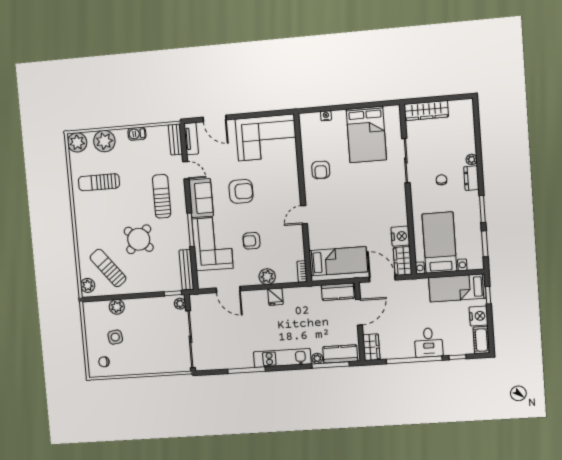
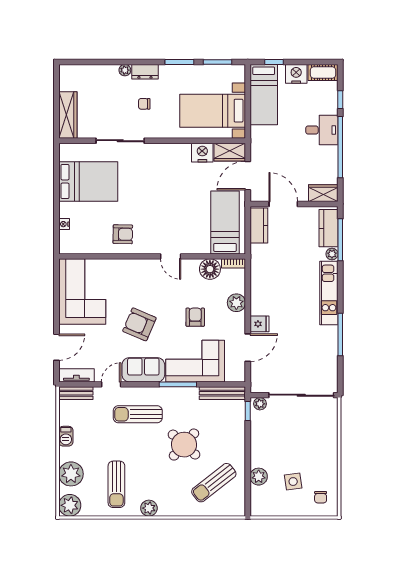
armchair: (241, 191) -> (139, 324), turned -67
armchair: (251, 241) -> (195, 317), turned 180
floor lamp: (295, 251) -> (210, 269), added
plant: (88, 285) -> (149, 508), moved
fridge: (275, 297) -> (259, 324), moved

